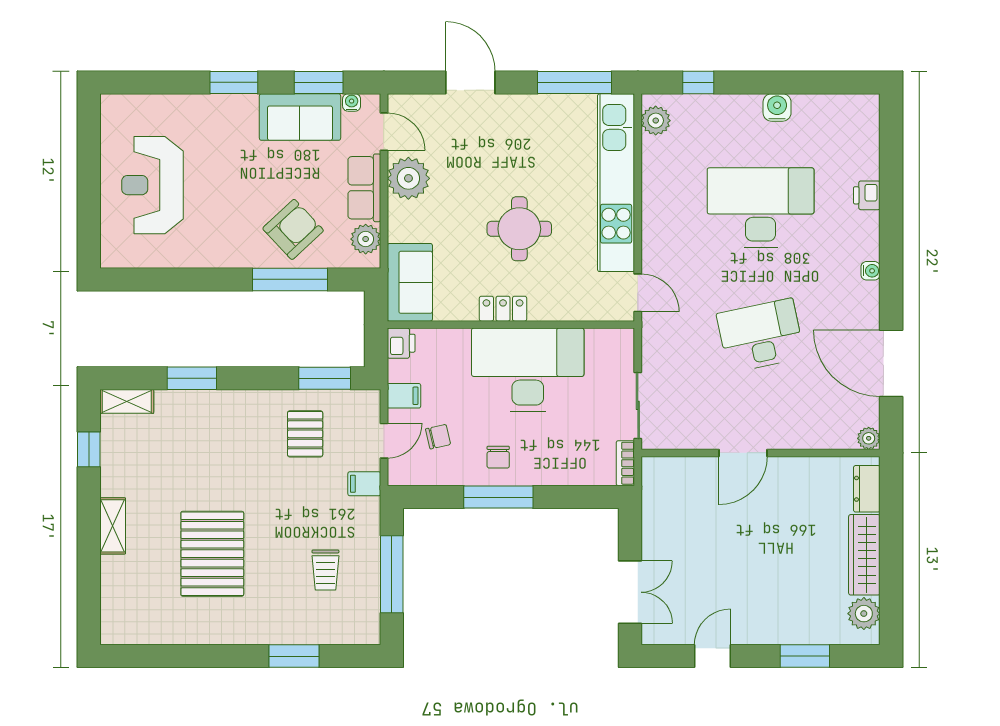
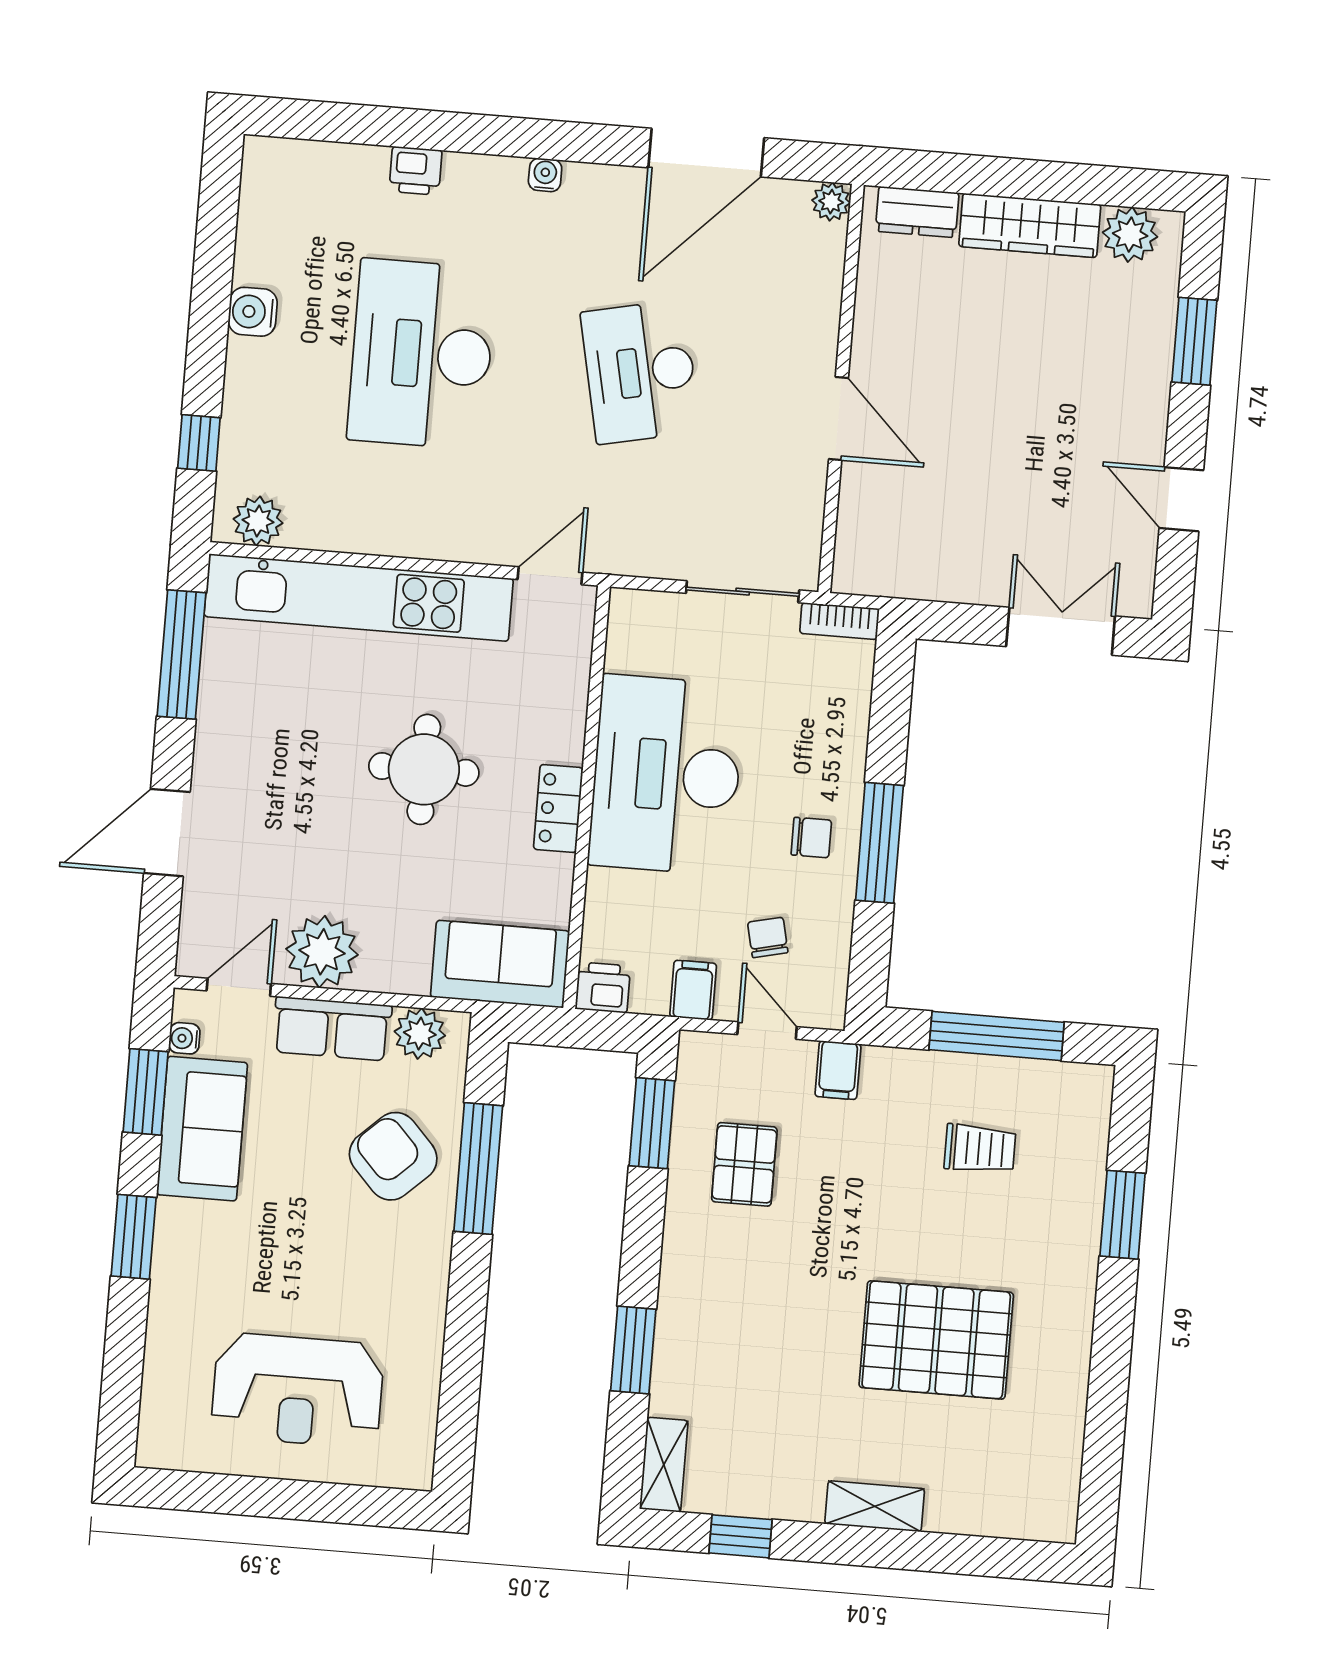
pallet: (305, 434) -> (744, 1164), turned 90

